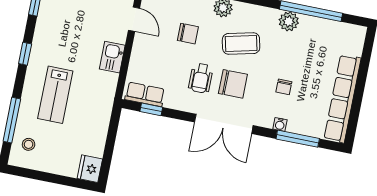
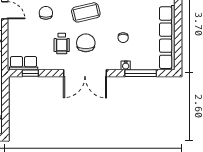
chair: (188, 34) -> (46, 13), turned -90
chair: (233, 84) -> (86, 43), turned -90

